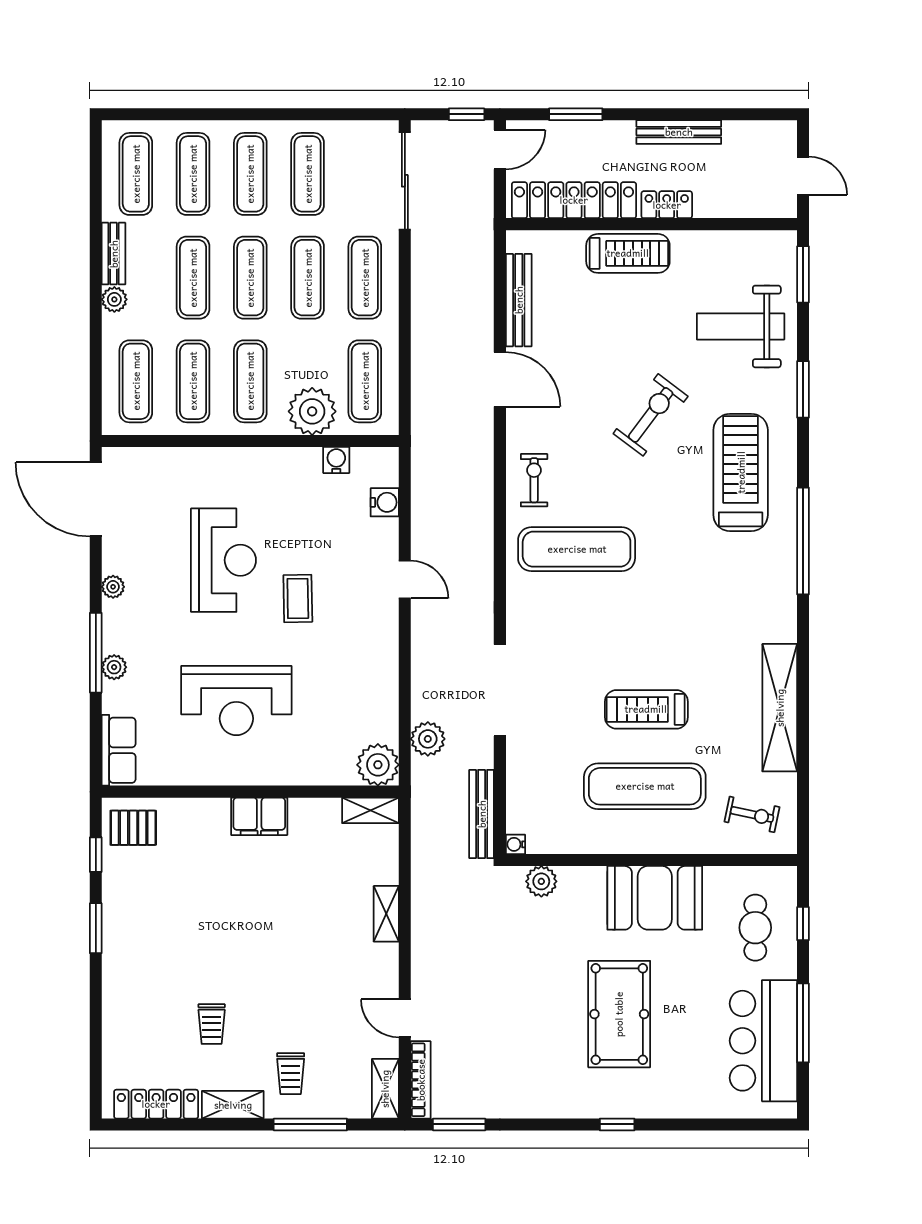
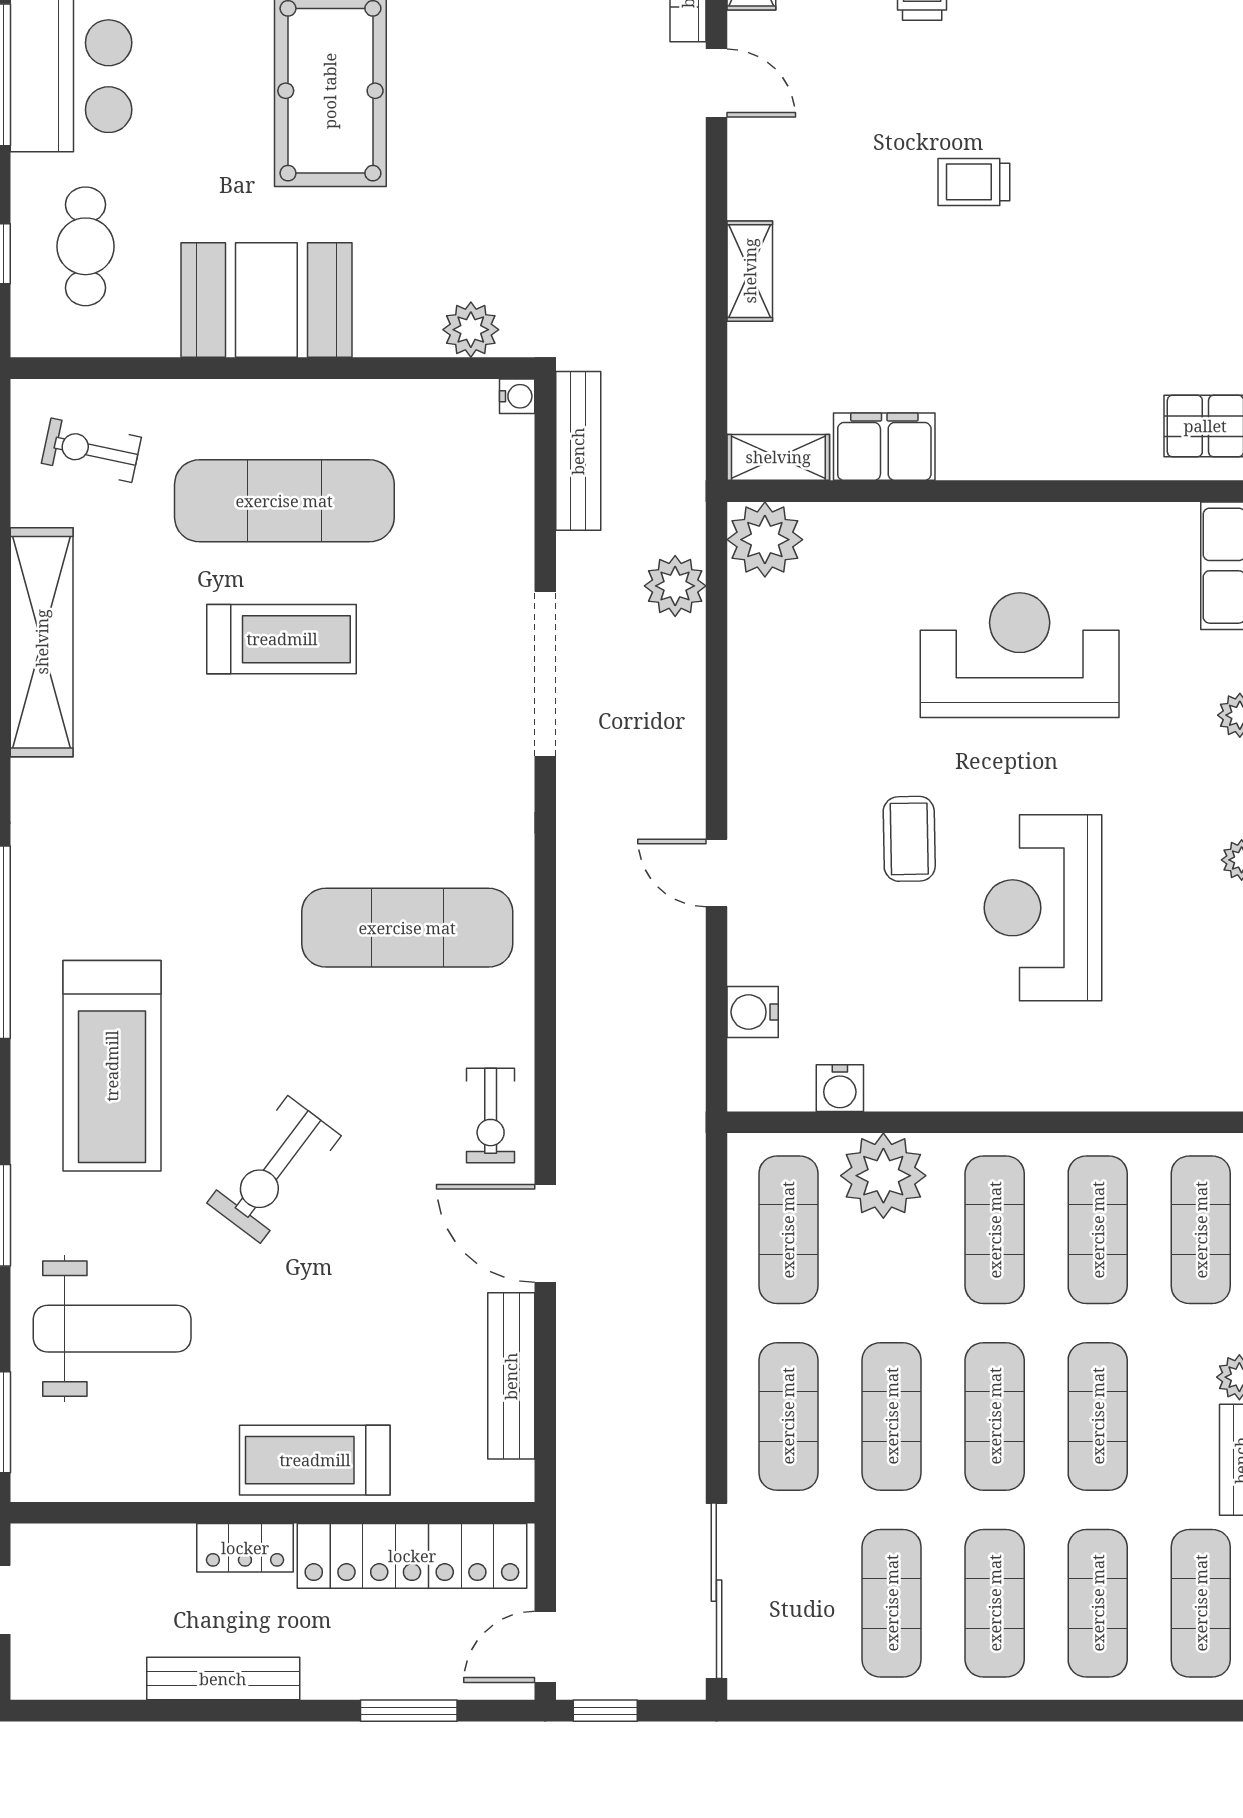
exercise bike: (534, 480) -> (491, 1115), moved
filing cabinet: (259, 816) -> (884, 447), moved
trolley: (212, 1024) -> (974, 182), moved, turned -90

